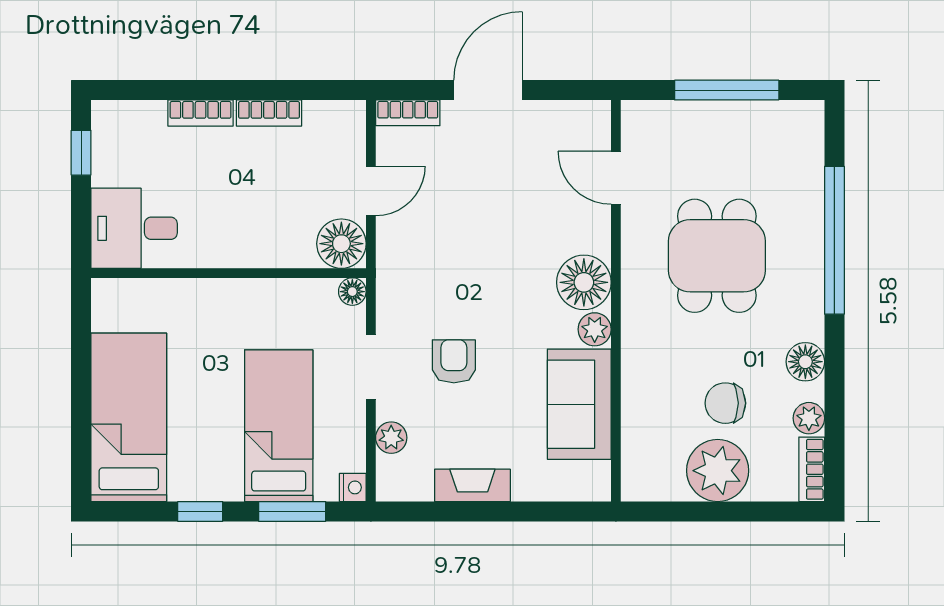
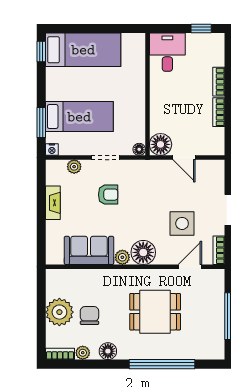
bookcase: (408, 113) -> (219, 250), moved
side table: (519, 195) -> (182, 223), added
window: (200, 511) -> (41, 52), moved

